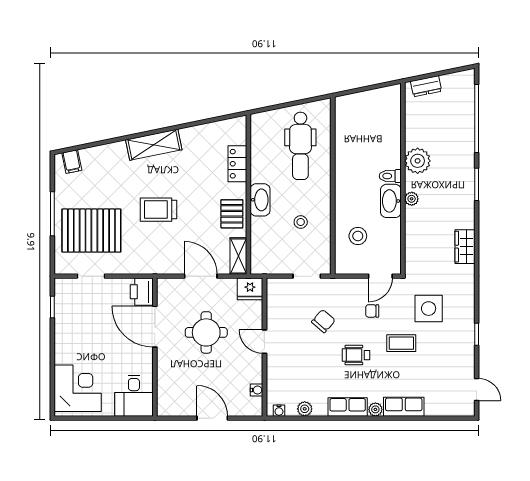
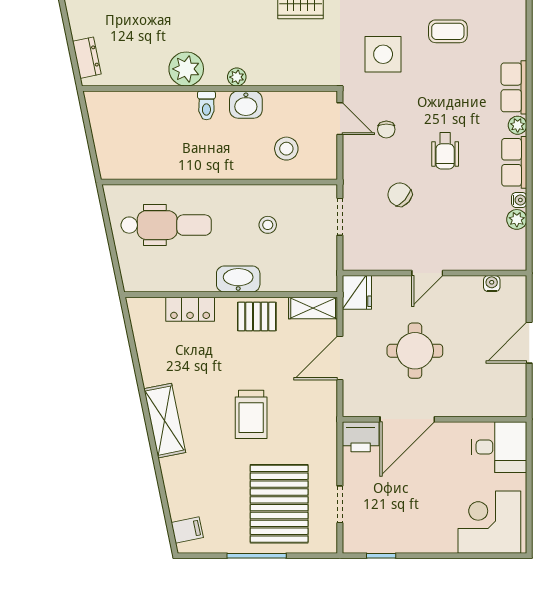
washbasin: (391, 201) -> (246, 105), width x0.72
coffee table: (401, 343) -> (448, 31), moved, turned 90
water cooler: (279, 411) -> (519, 200), moved

